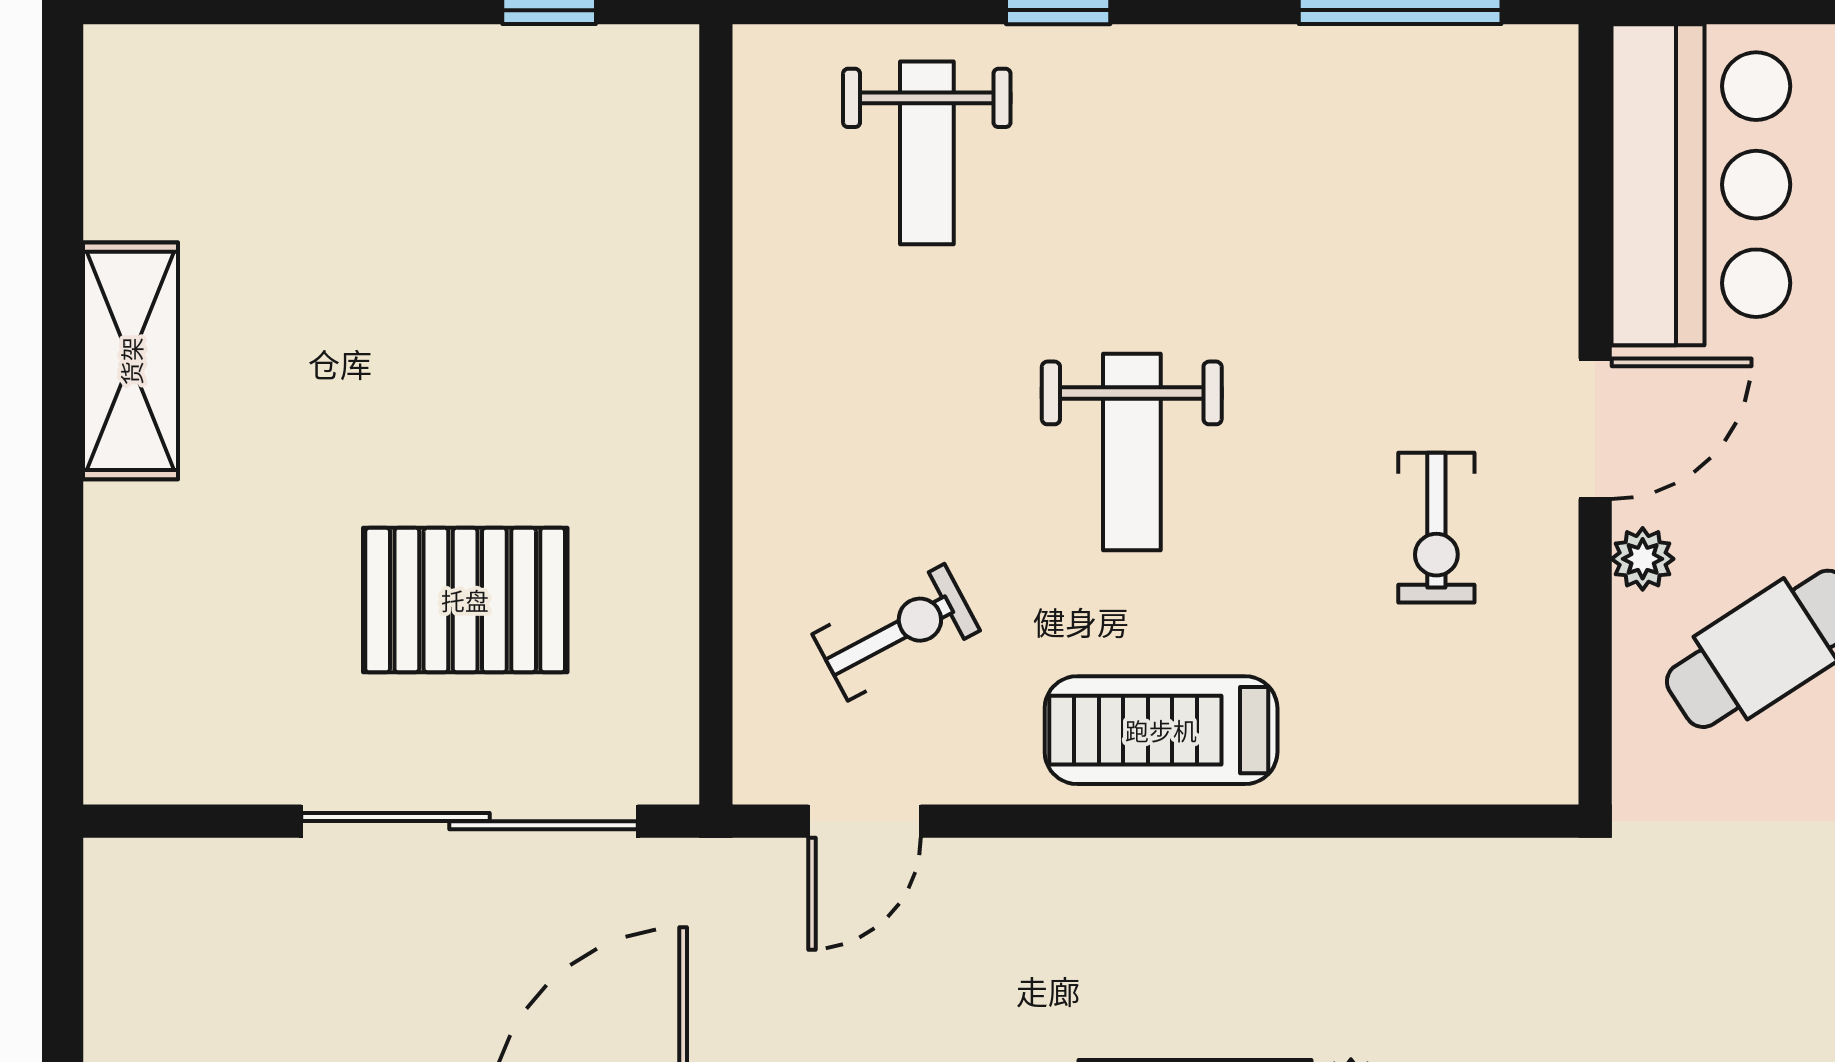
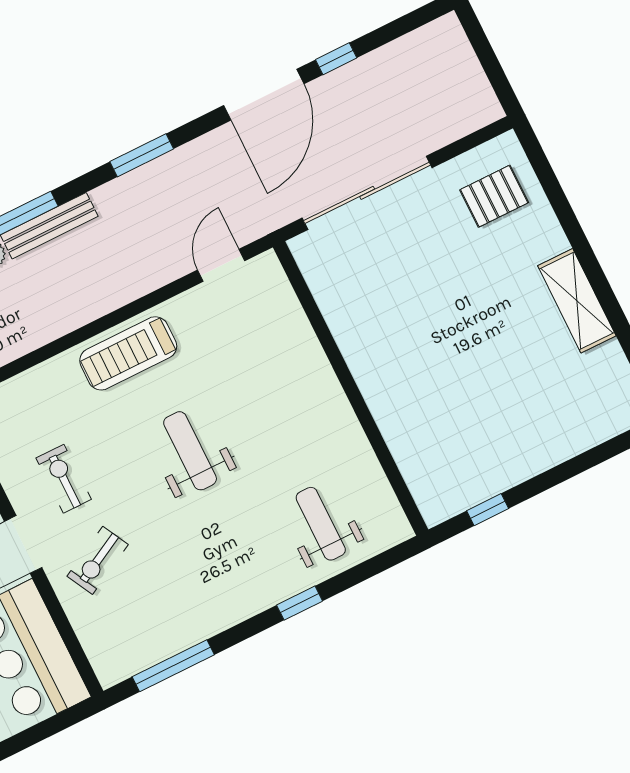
pallet: (465, 600) -> (494, 196), moved, width x0.67, depth x0.71
exercise bike: (896, 632) -> (98, 560), moved
treadmill: (1161, 730) -> (128, 353), turned 180

